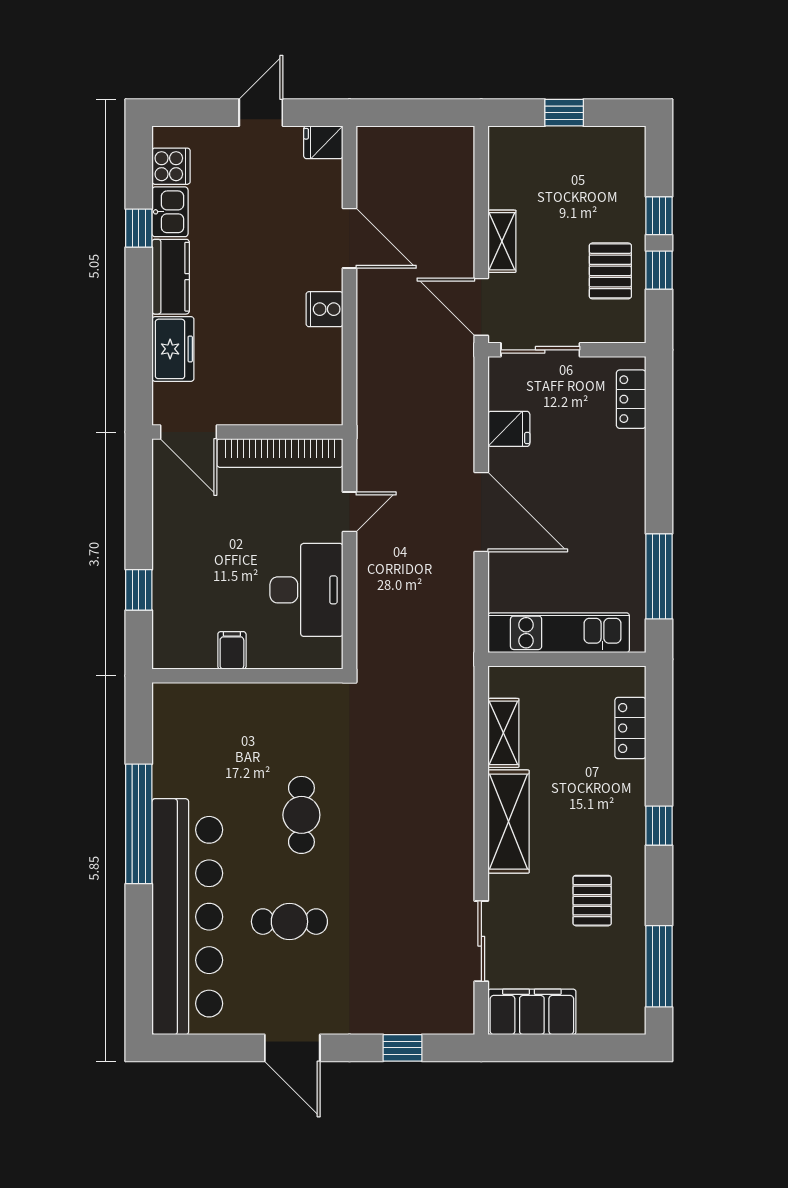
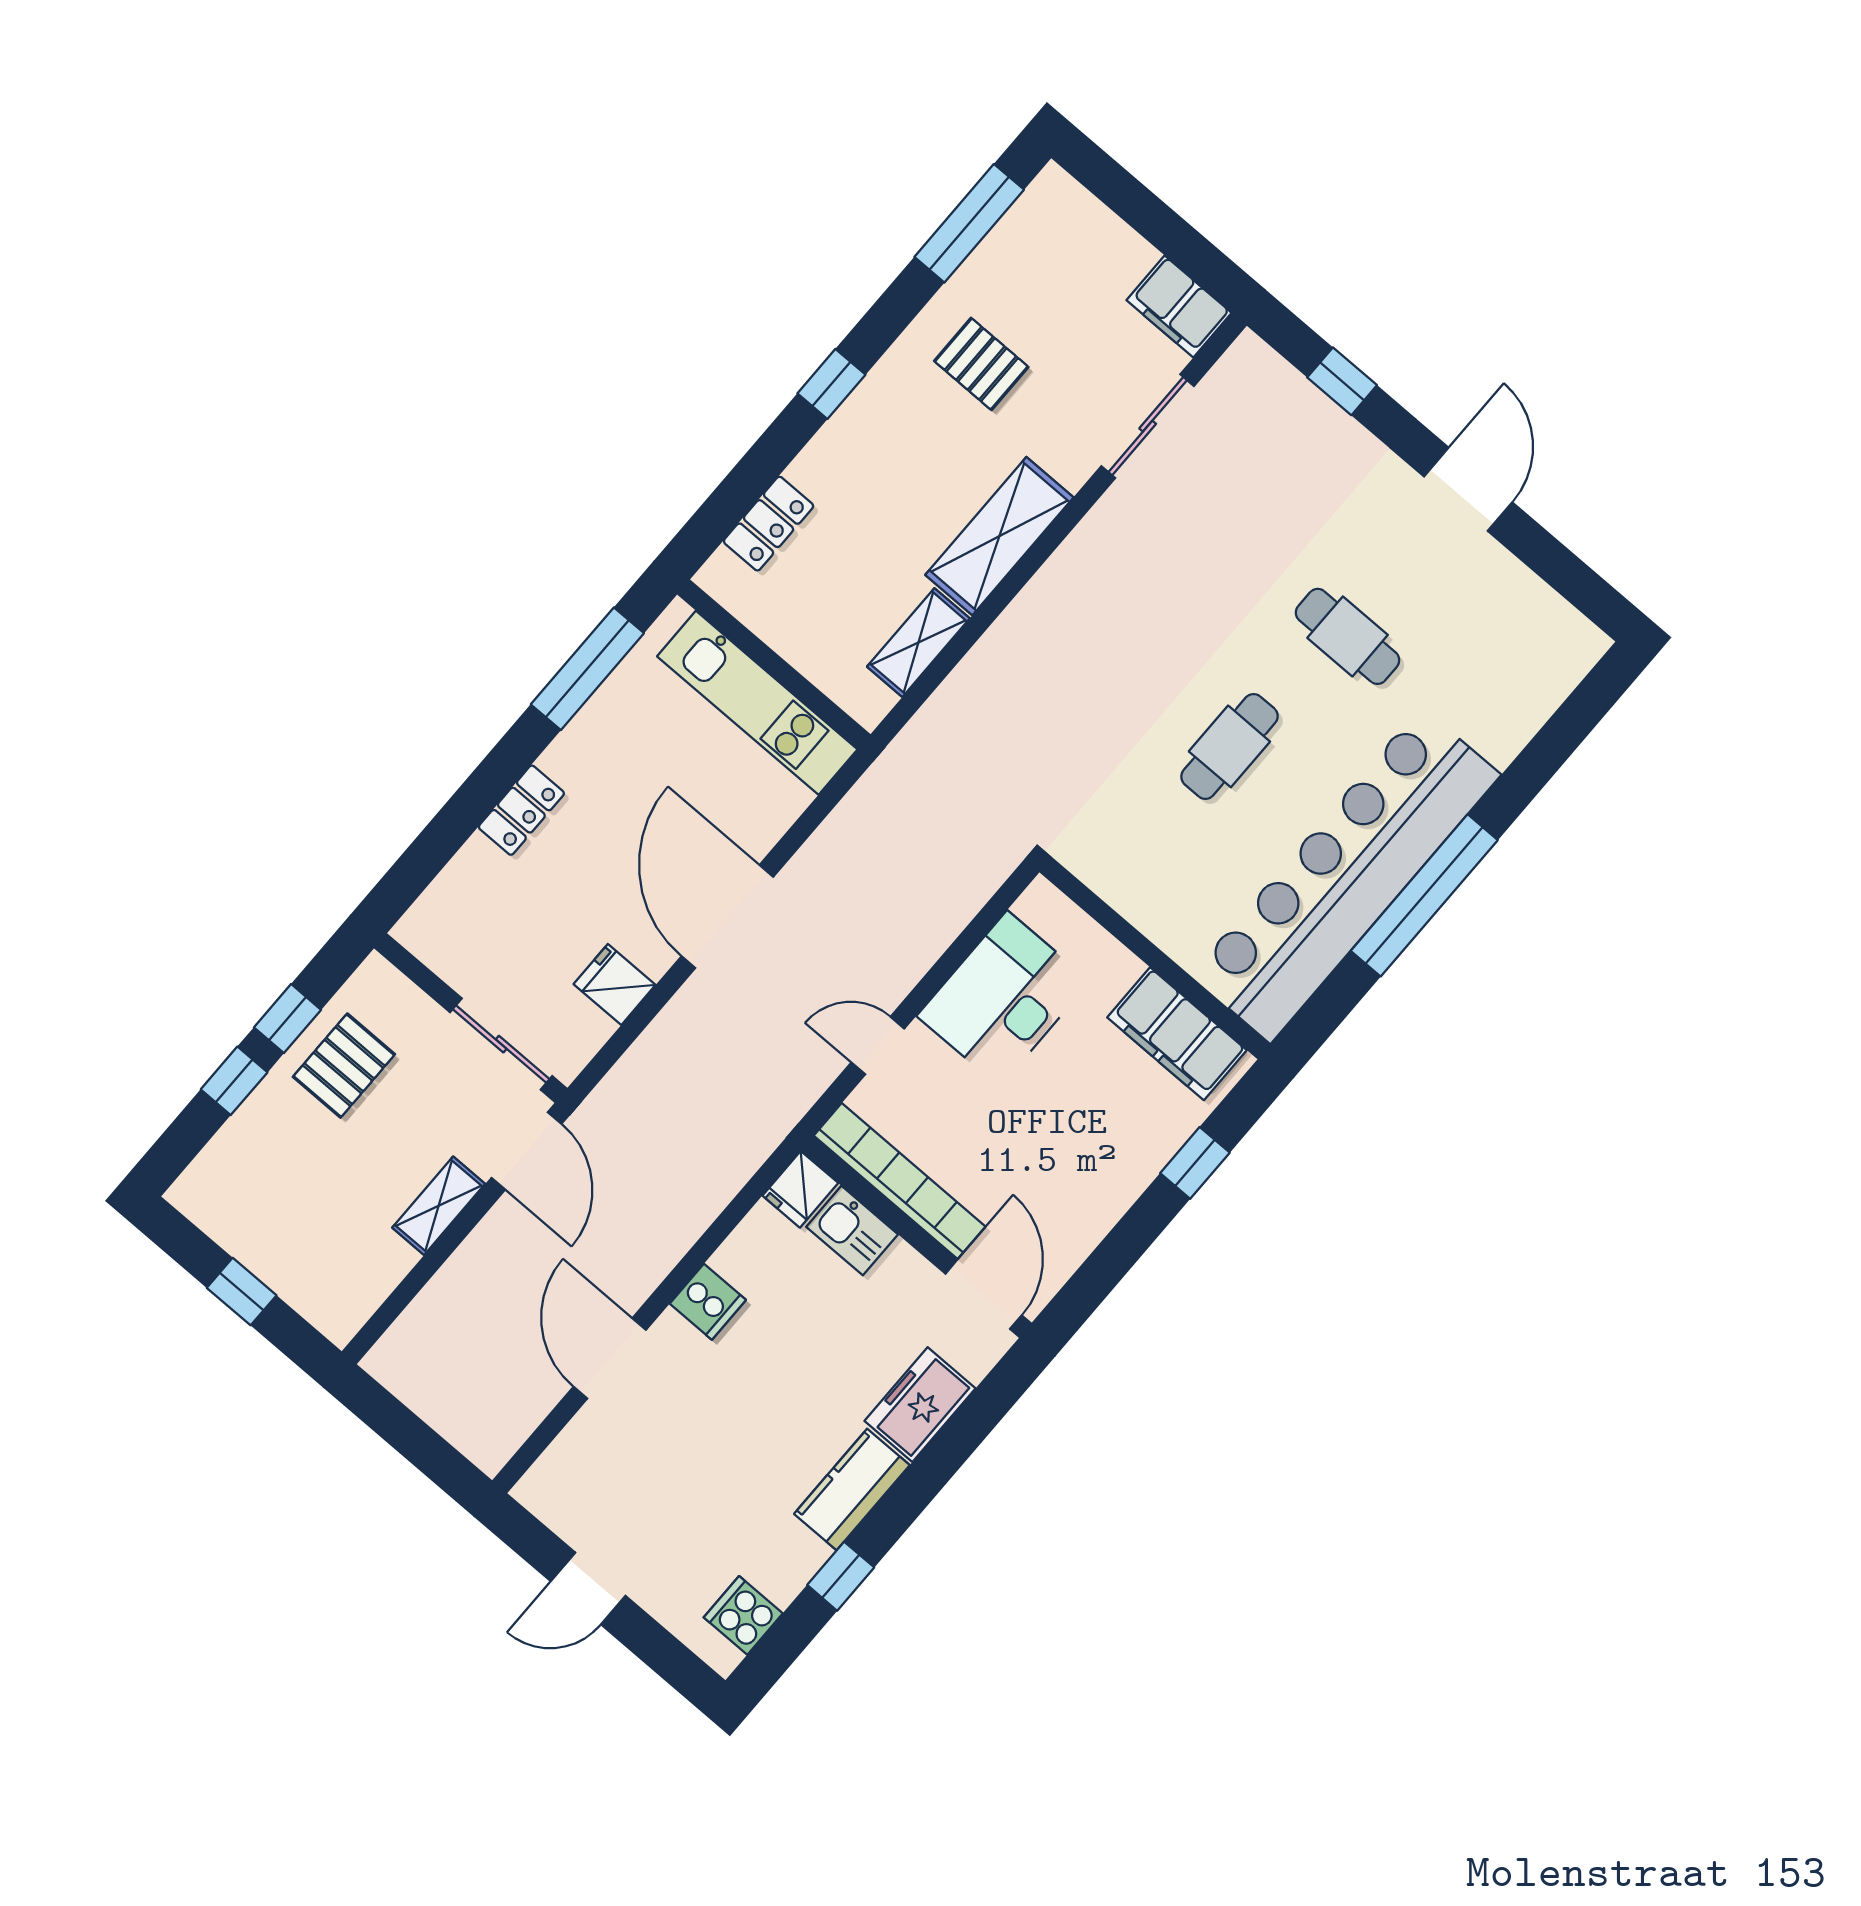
fridge: (323, 142) -> (800, 1189), moved, turned 90
kitchen sink: (170, 212) -> (852, 1231), moved, turned -90
locker: (631, 399) -> (521, 810), moved
filing cabinet: (232, 650) -> (1177, 1034), width x3.00, depth x1.17
pallet: (592, 901) -> (981, 364), turned 90
bar counter: (187, 917) -> (1346, 875), moved
filing cabinet: (532, 1012) -> (1179, 306), width x0.67, depth x0.86

